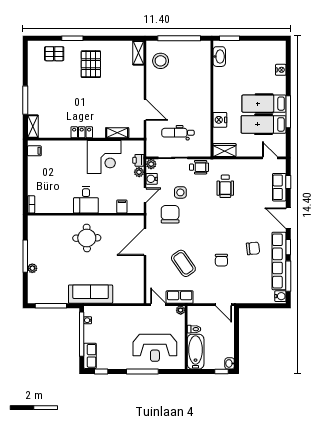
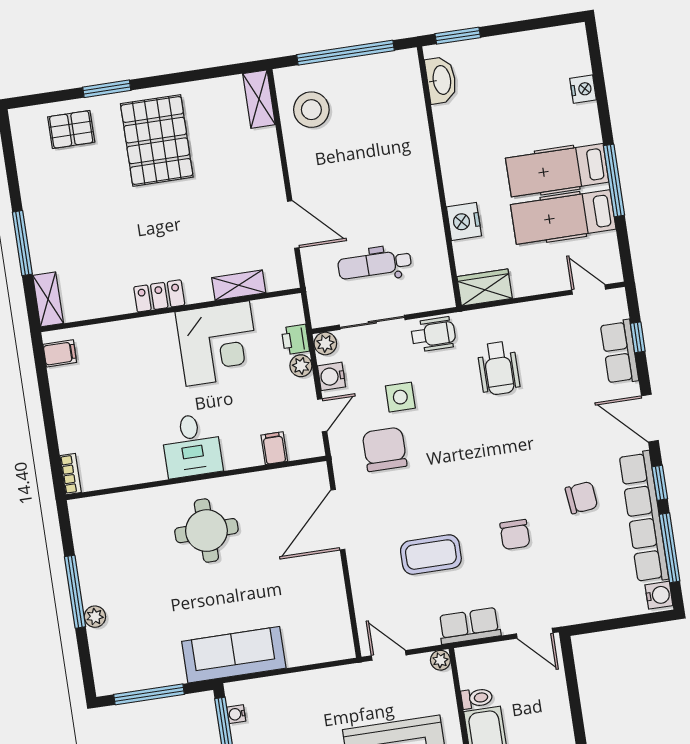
pallet: (91, 64) -> (157, 140), width x1.37, depth x1.41
coffee table: (183, 263) -> (431, 555), turned -55
row of seats: (180, 297) -> (469, 626), moved

